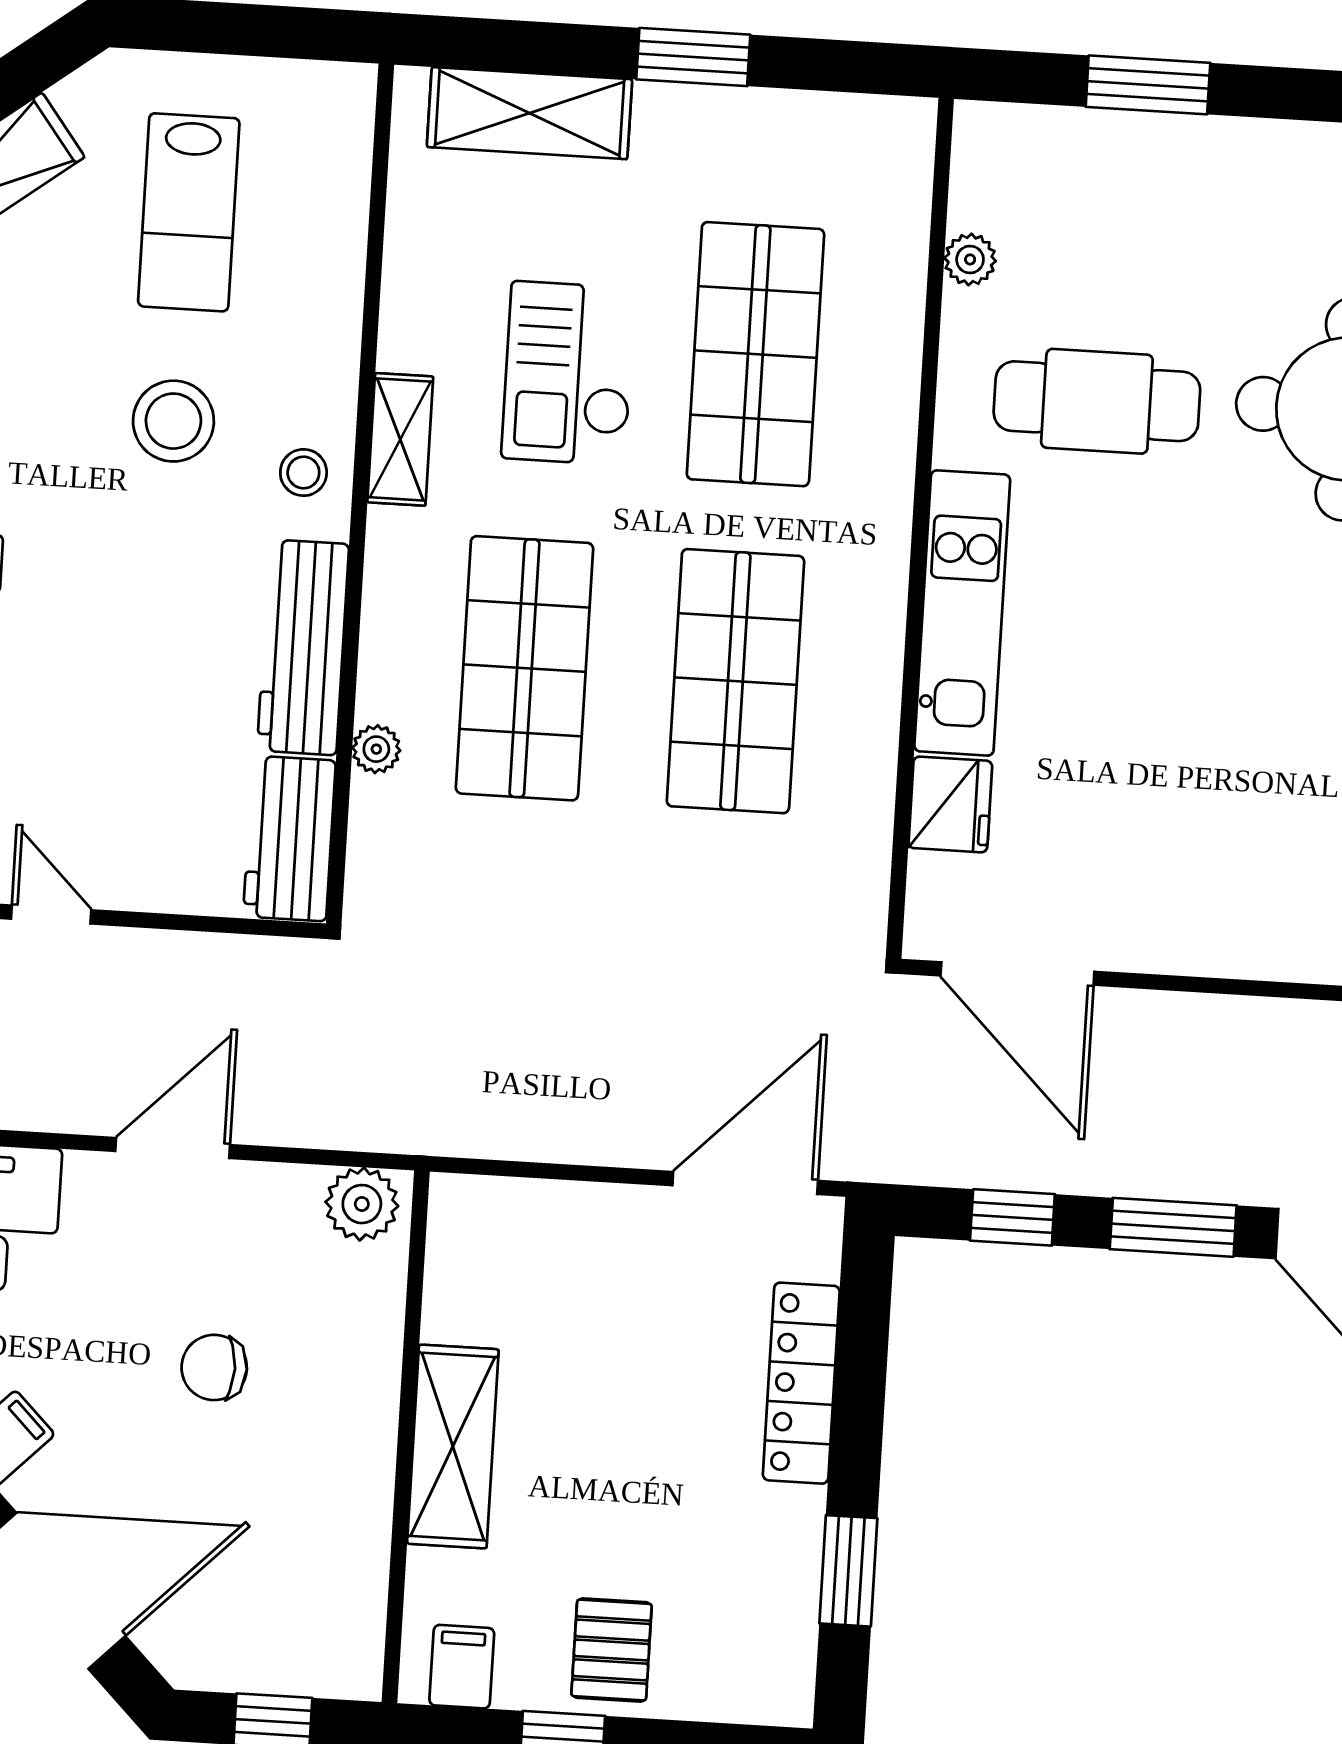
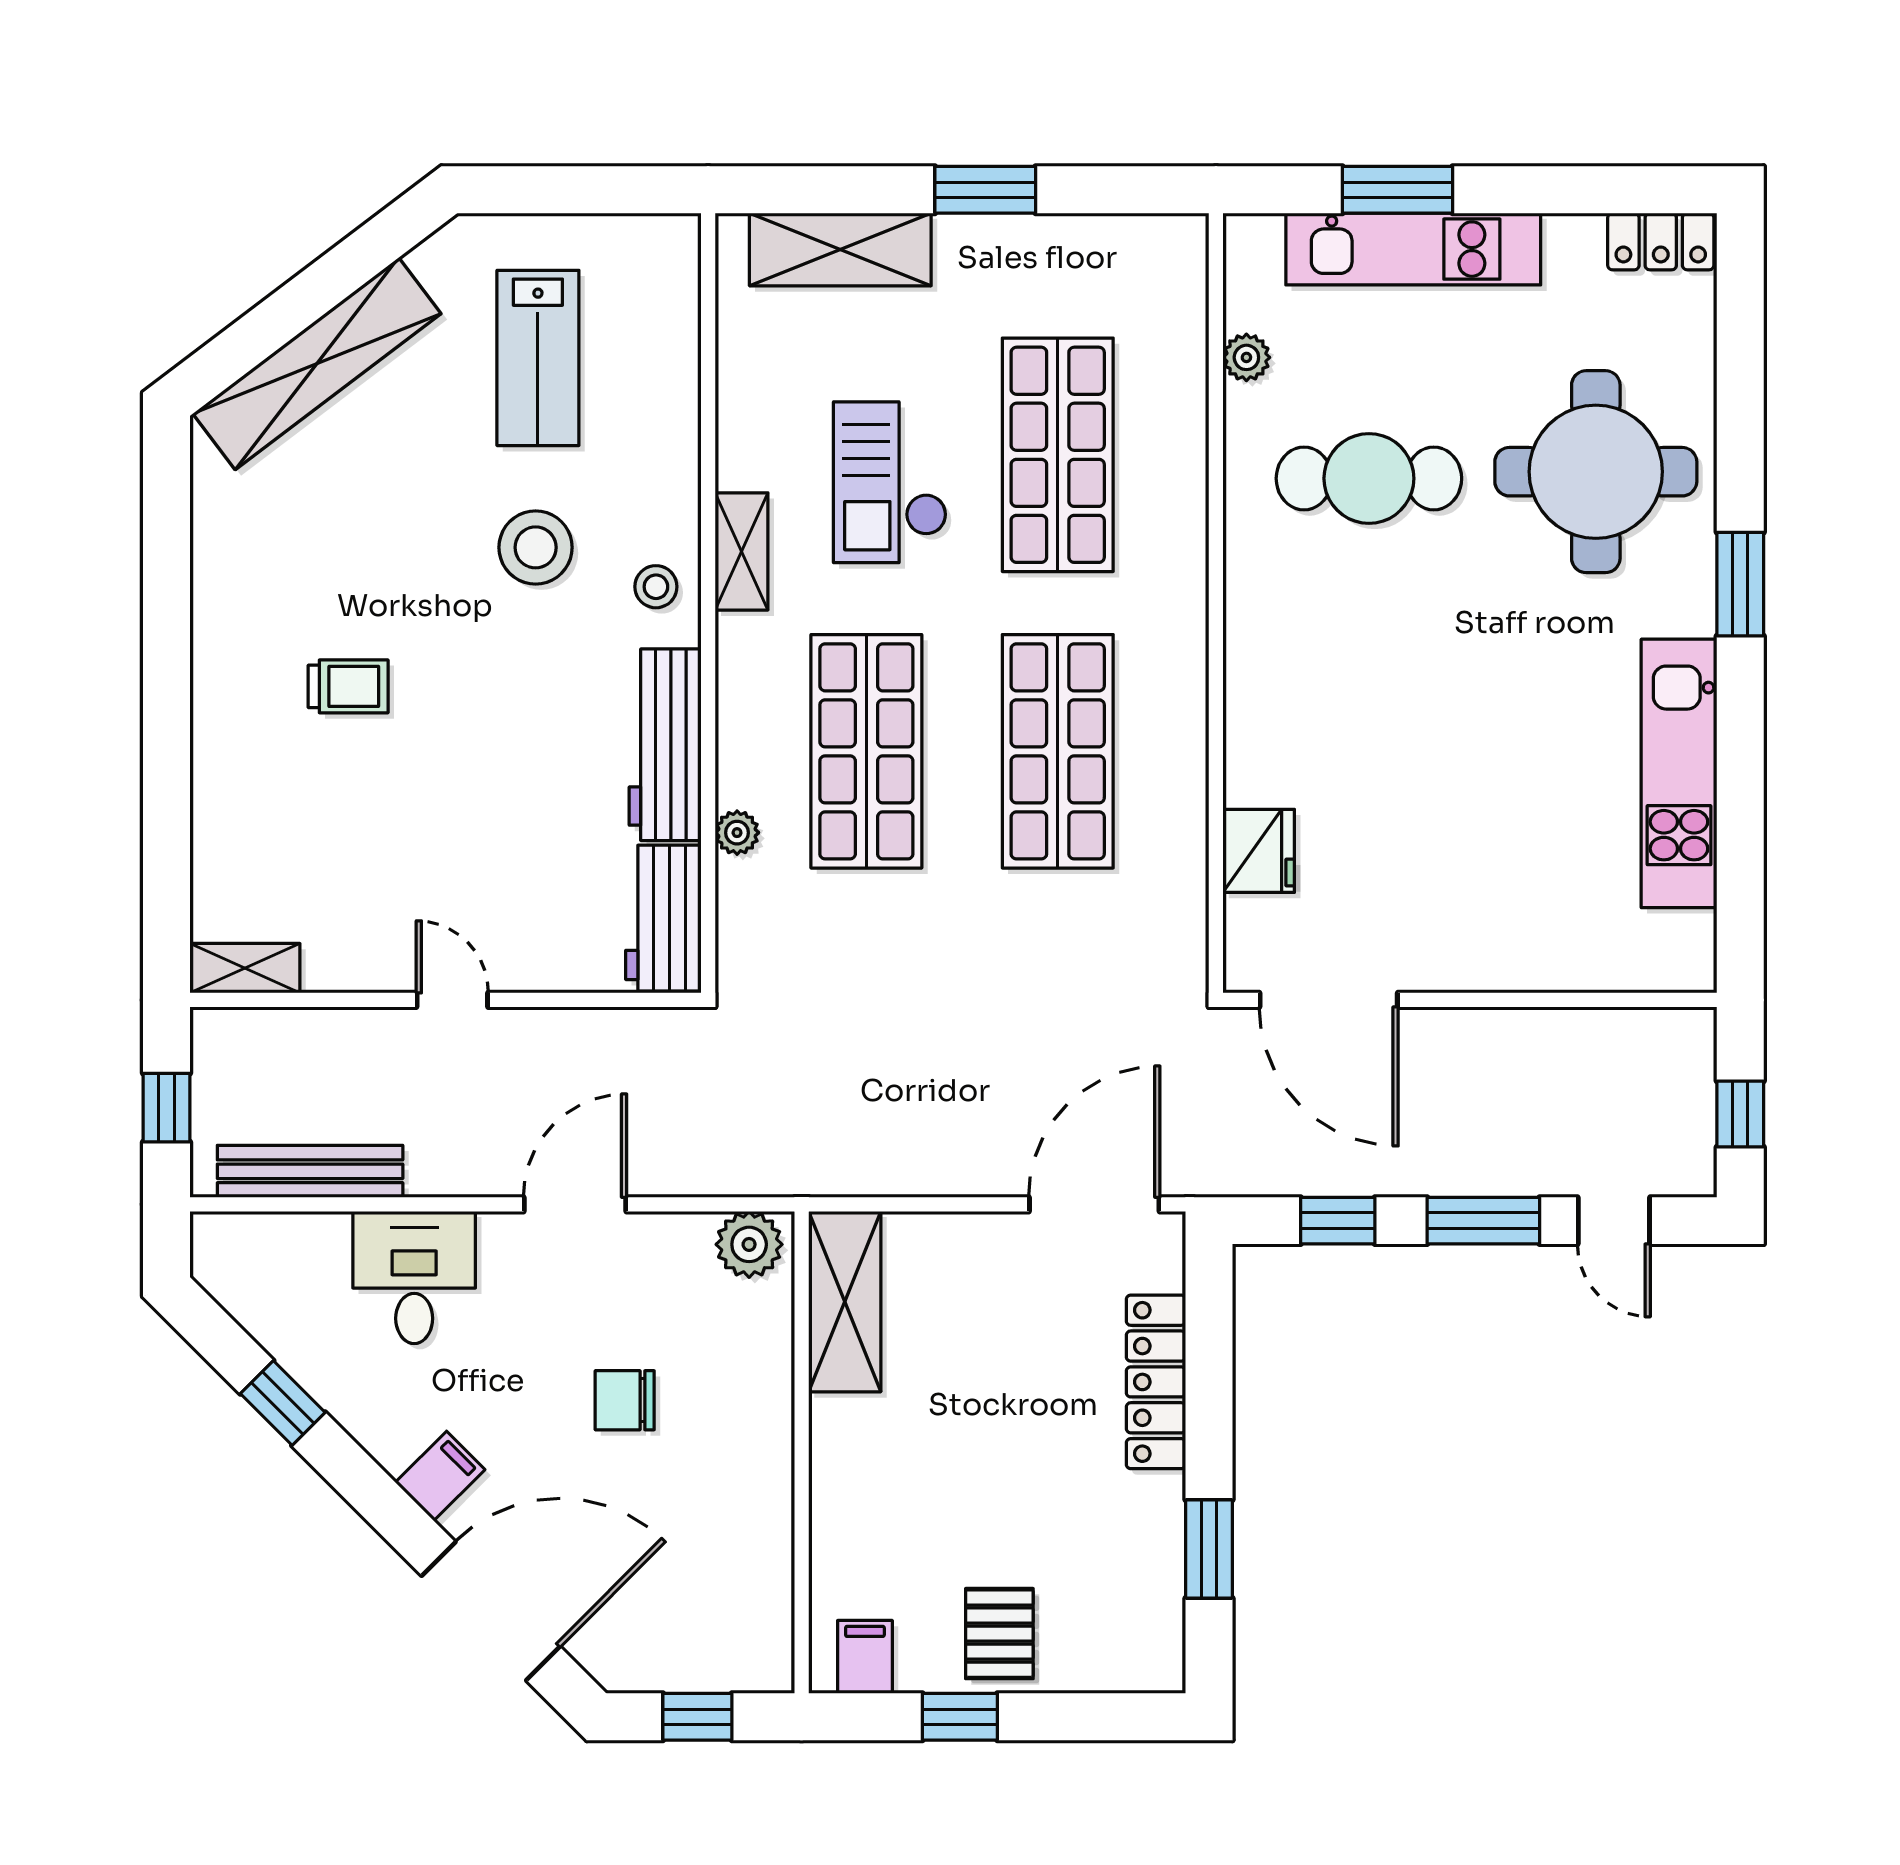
kitchen unit: (962, 613) -> (1413, 249), moved, turned 90
shelving: (453, 1446) -> (845, 1302), moved

